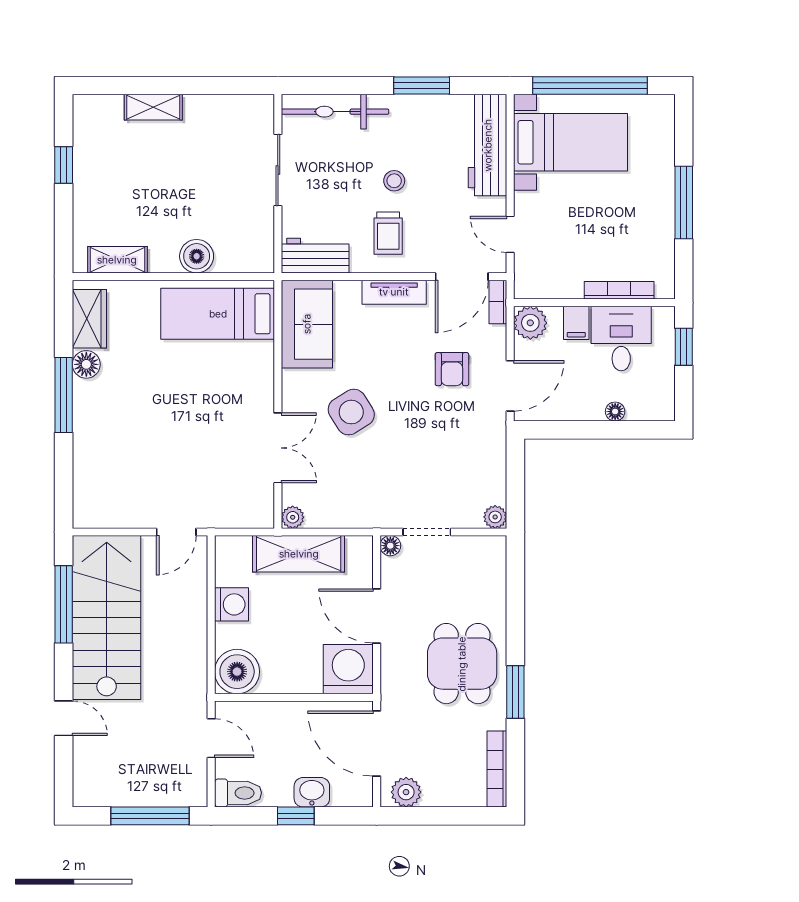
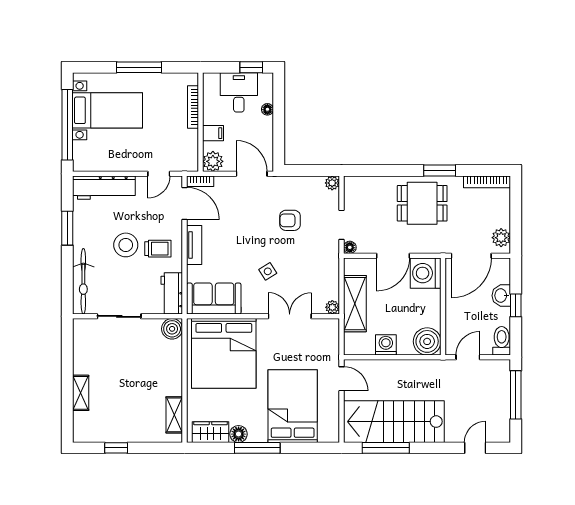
bed with nightstands: (571, 142) -> (108, 110), moved, turned 90
stool: (394, 181) -> (126, 245), width x1.89, depth x1.89
boiler: (197, 256) -> (172, 329), moved
bed: (218, 314) -> (224, 353), width x2.04
desk: (621, 339) -> (239, 92), moved, turned 90
window: (684, 347) -> (251, 67), moved
armchair: (452, 369) -> (290, 220), moved, turned 180
side table: (351, 412) -> (268, 271), width x0.54, depth x0.54
bed: (132, 453) -> (293, 406), added
door: (64, 718) -> (475, 448), moved

